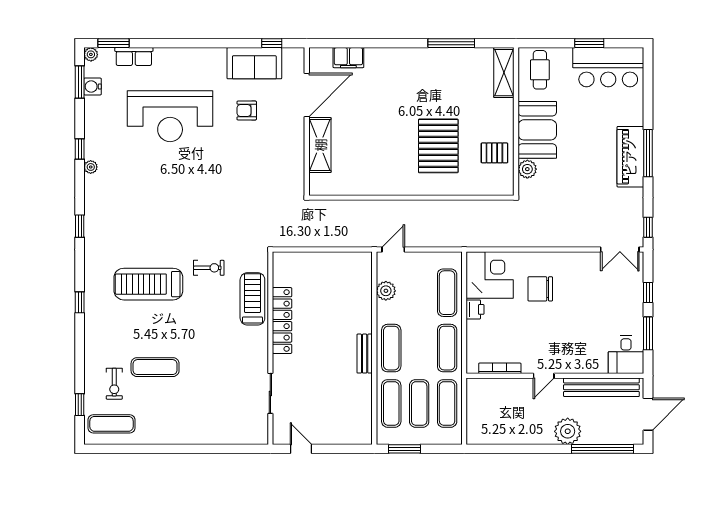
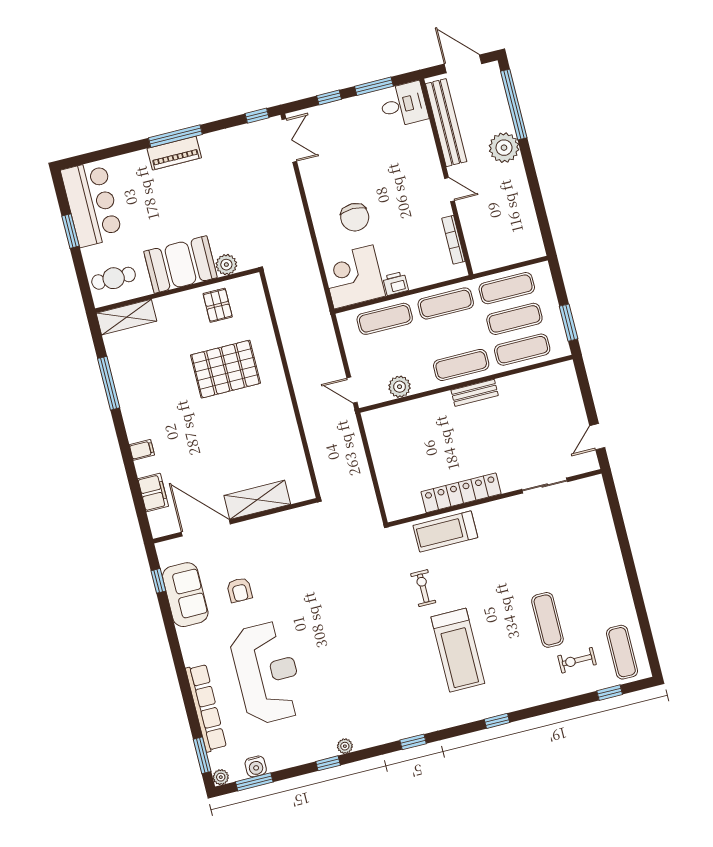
row of seats: (134, 57) -> (206, 708), width x2.02
filing cabinet: (387, 57) -> (142, 450), added
piano: (630, 157) -> (174, 153), width x0.73, depth x0.75
exercise bike: (114, 384) -> (577, 660), turned 180

